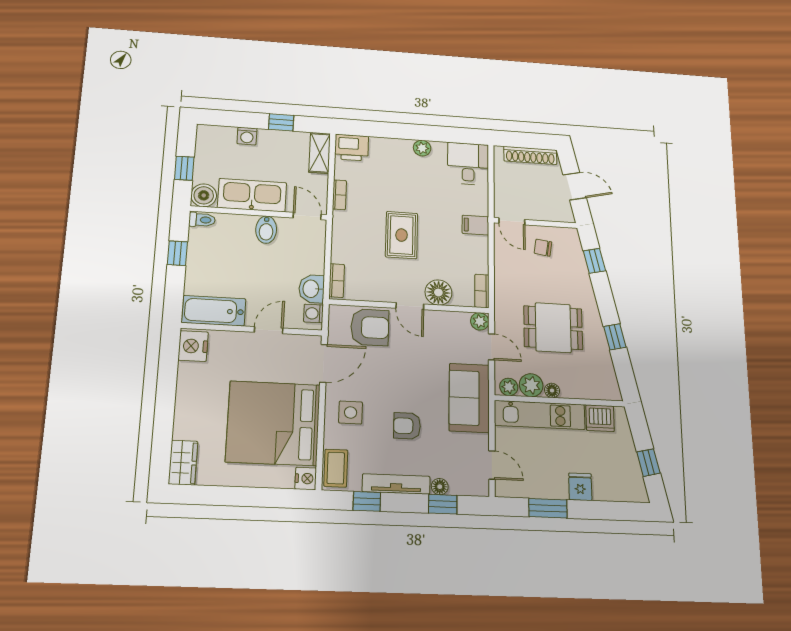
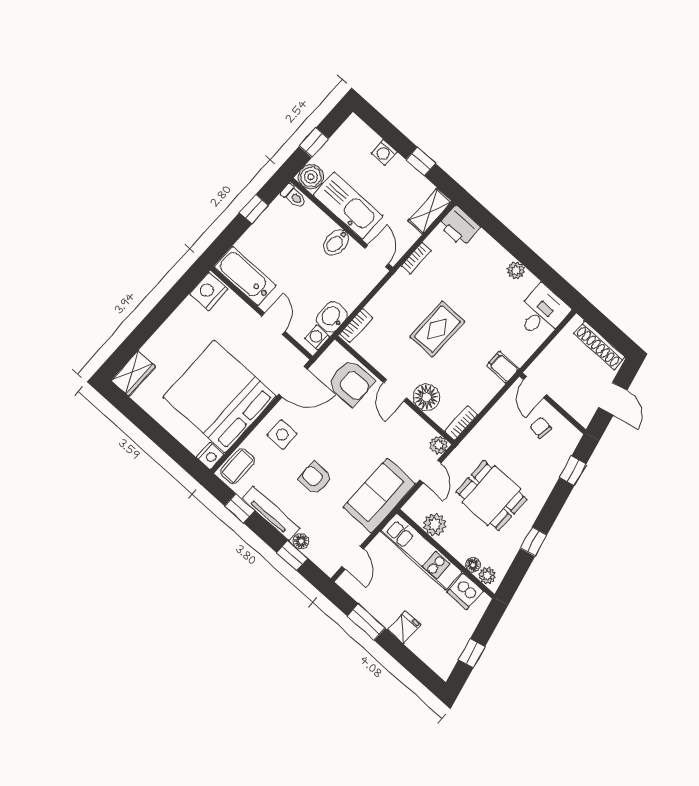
door: (269, 330) -> (273, 324), hinge flipped
plant: (509, 387) -> (487, 576), moved
floor lamp: (552, 390) -> (473, 565), moved

